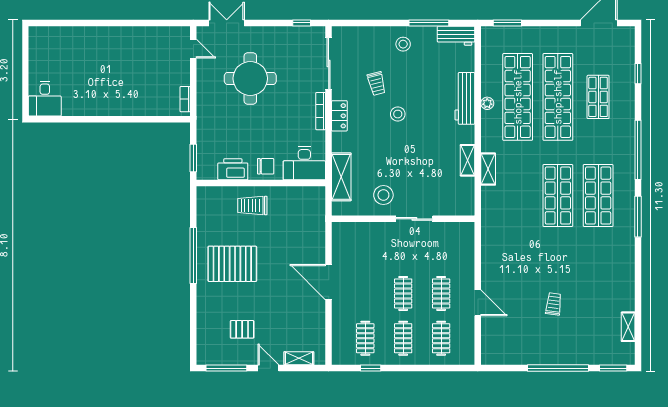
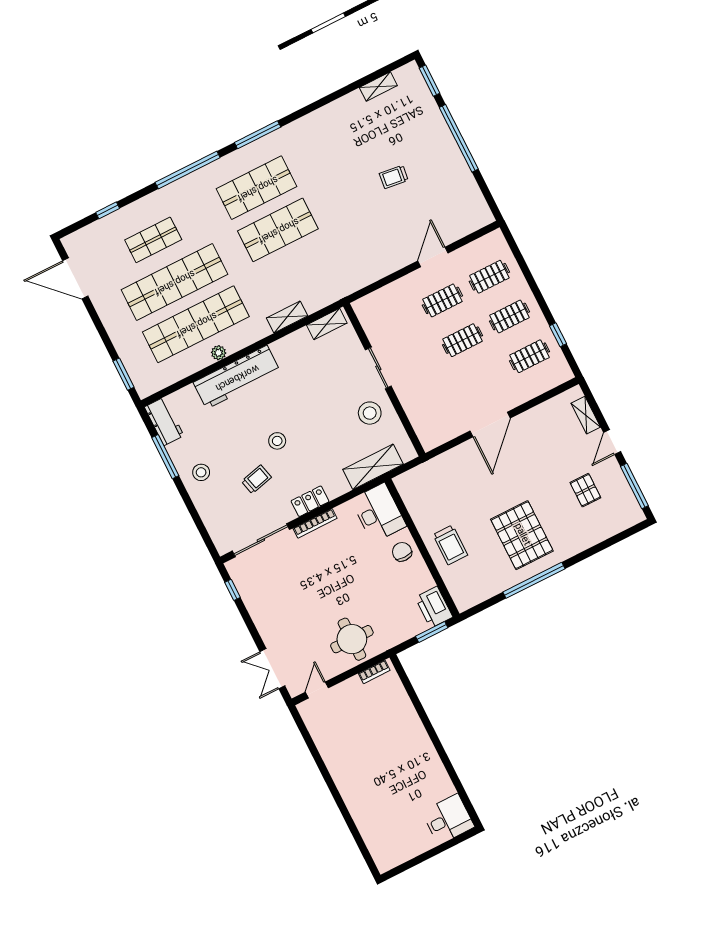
round table: (250, 78) -> (352, 639), moved, width x0.73, depth x0.73
workbench: (465, 98) -> (237, 377), width x1.36, depth x1.32
shelving: (468, 160) -> (327, 324), moved
printer: (233, 169) -> (434, 607), moved

